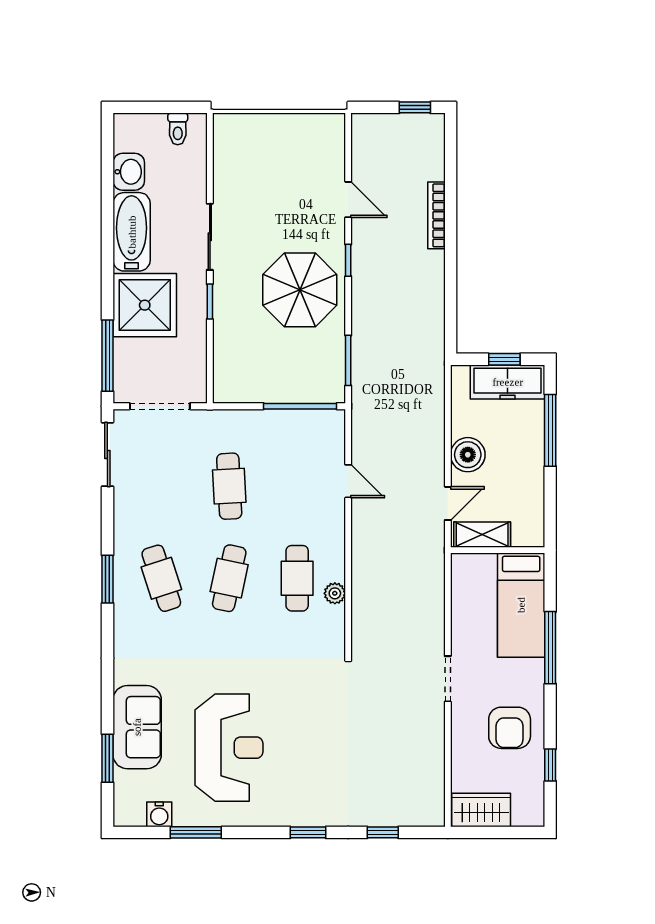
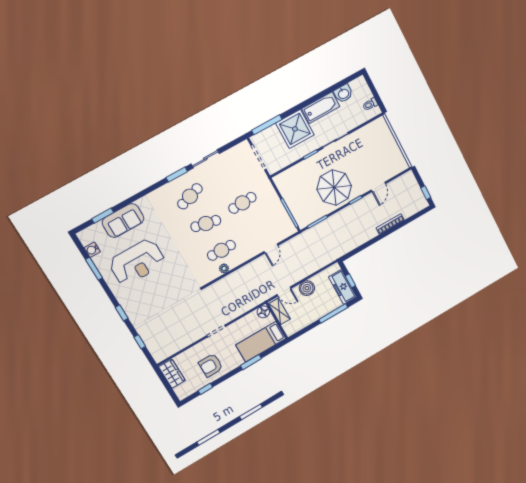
sliding door: (107, 454) -> (205, 159), moved
floor lamp: (464, 567) -> (263, 312), added
window: (550, 648) -> (251, 362), width x0.69

